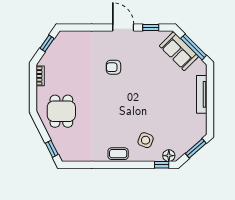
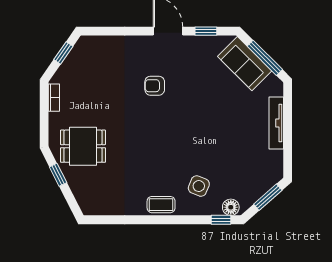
dining table: (61, 111) -> (83, 146), turned 90
window: (52, 149) -> (58, 175), moved

